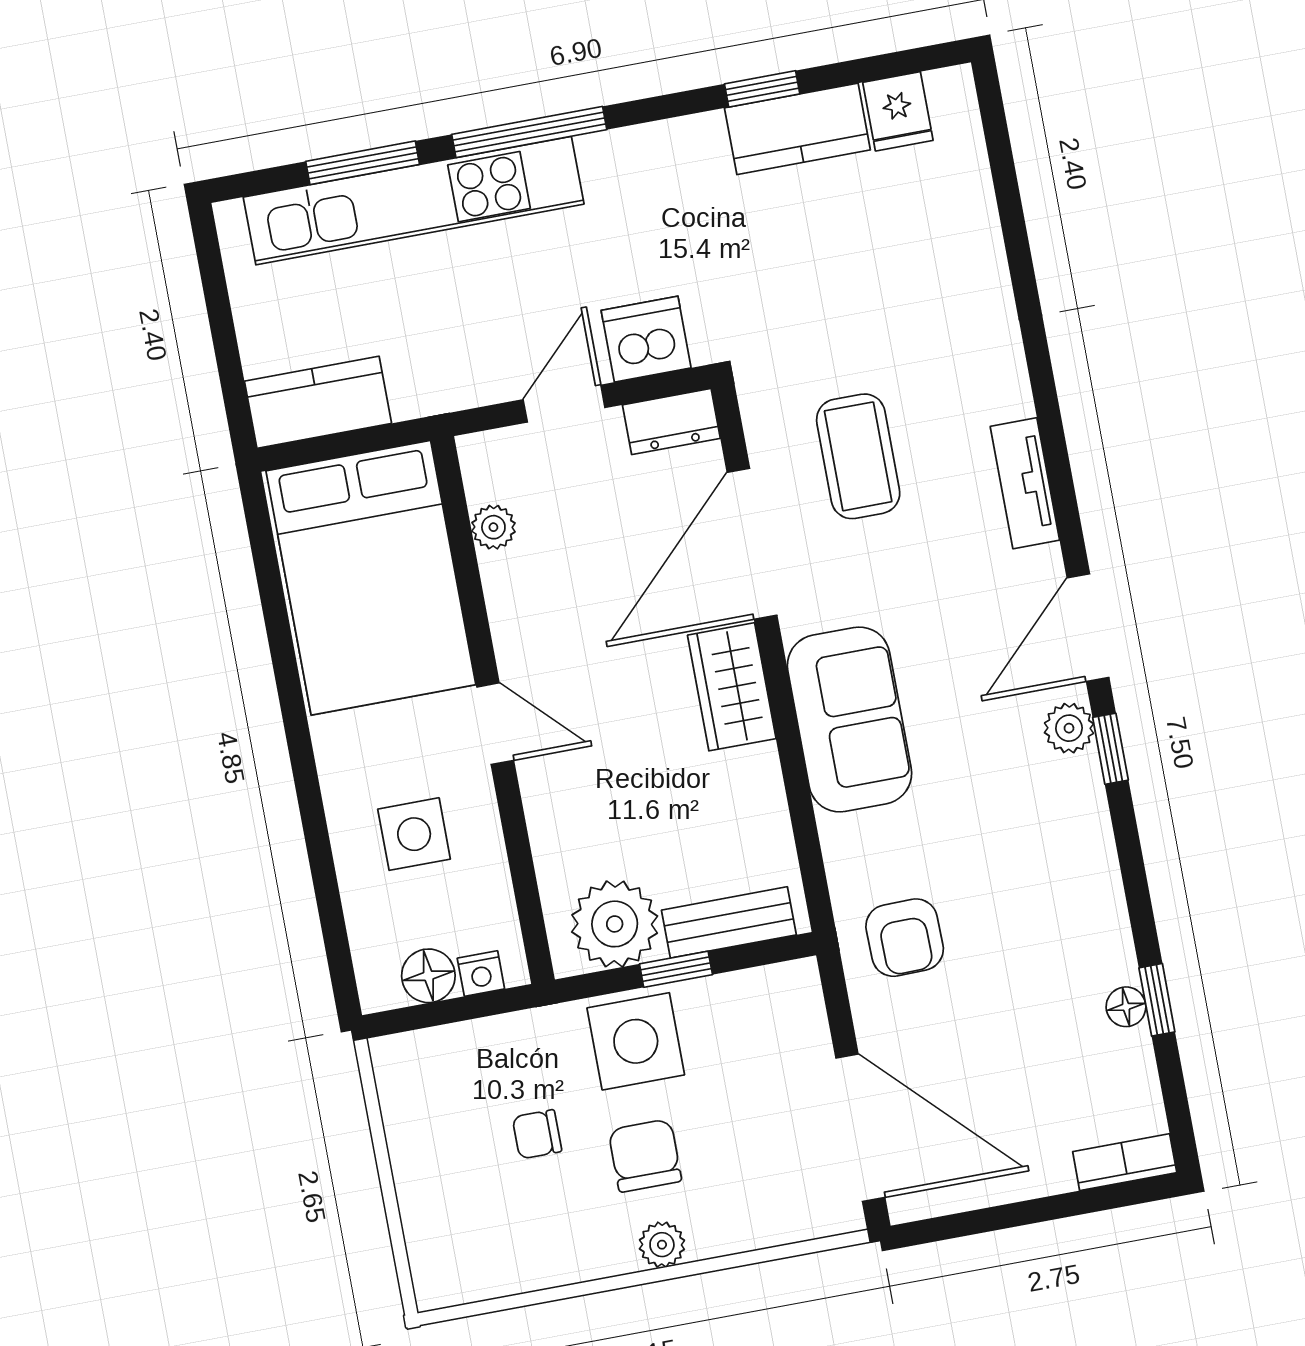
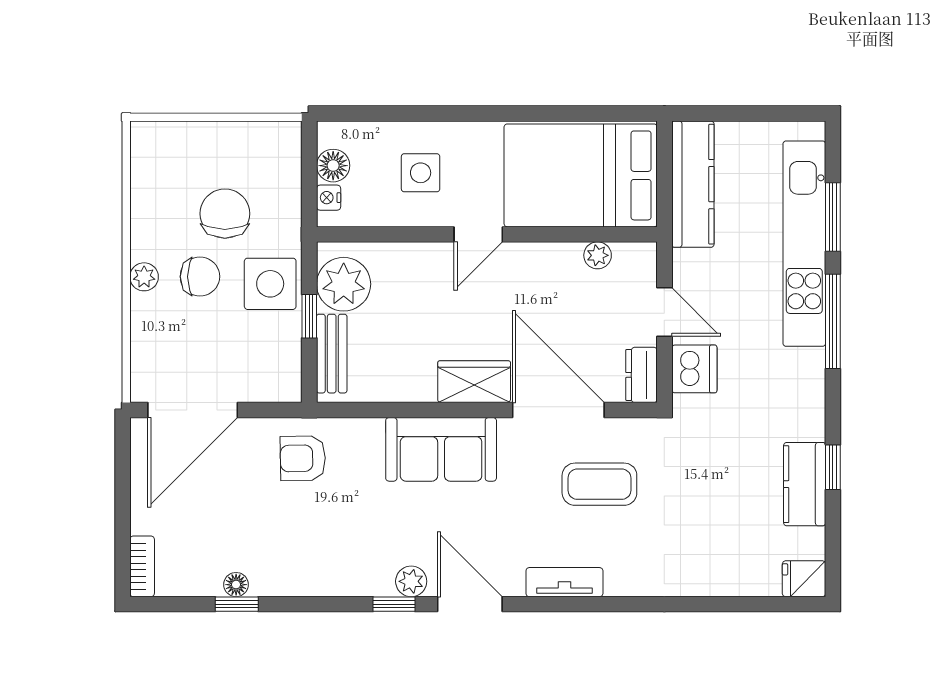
fridge: (898, 111) -> (804, 579), moved
kitchen counter: (318, 402) -> (693, 184), width x1.50
chair: (537, 1134) -> (225, 214), width x1.87, depth x1.87

